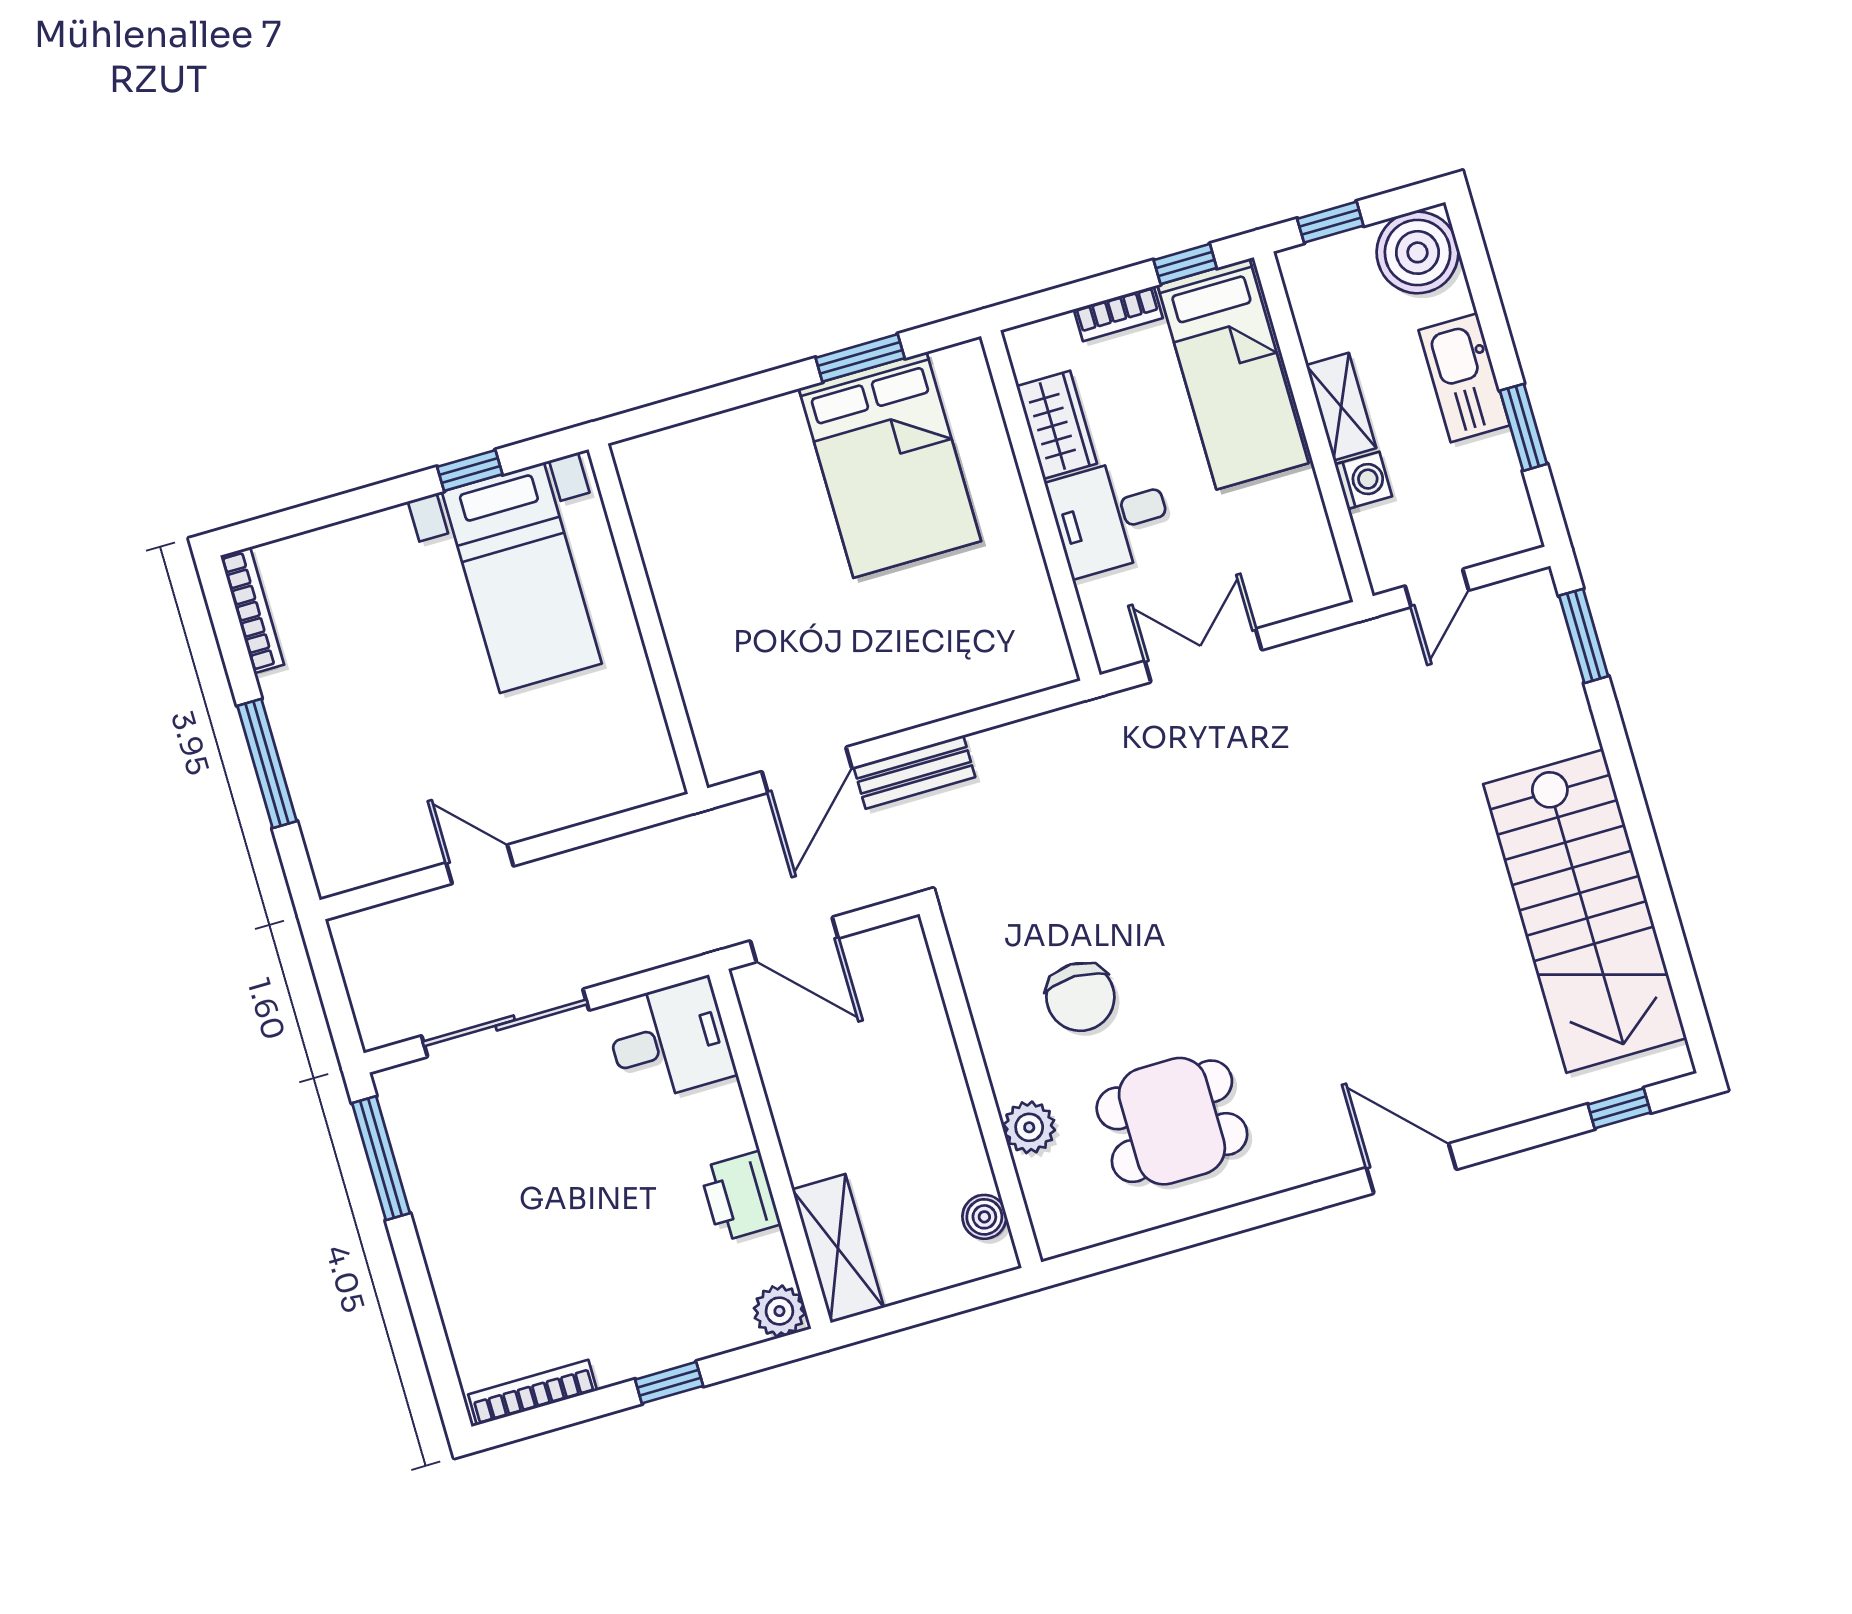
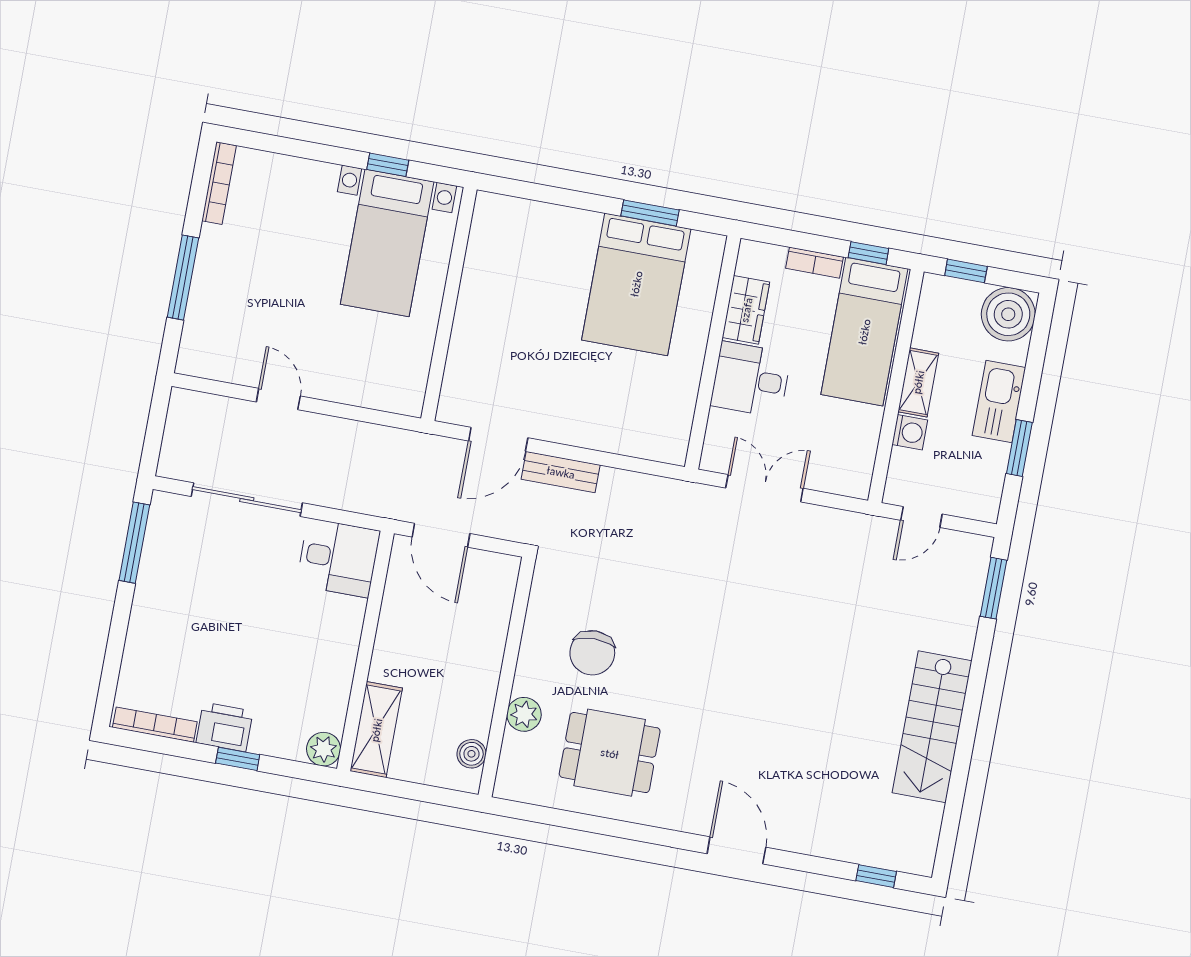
stairs: (1585, 911) -> (932, 727), width x0.73, depth x0.66
printer: (740, 1196) -> (224, 727), moved, turned 90

